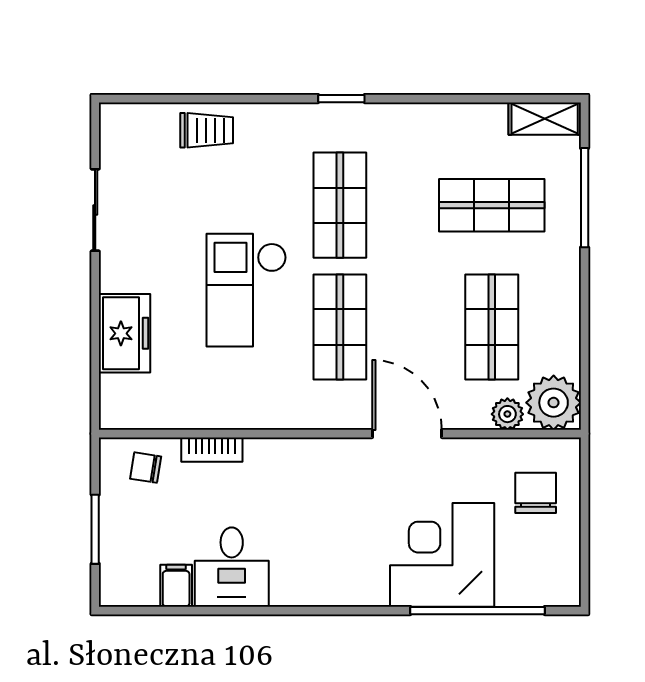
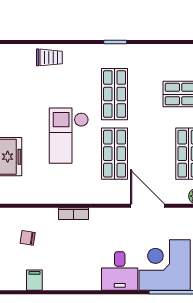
bookcase: (212, 450) -> (73, 214), moved
chair: (146, 468) -> (28, 238), moved
desk: (232, 567) -> (120, 271), moved

